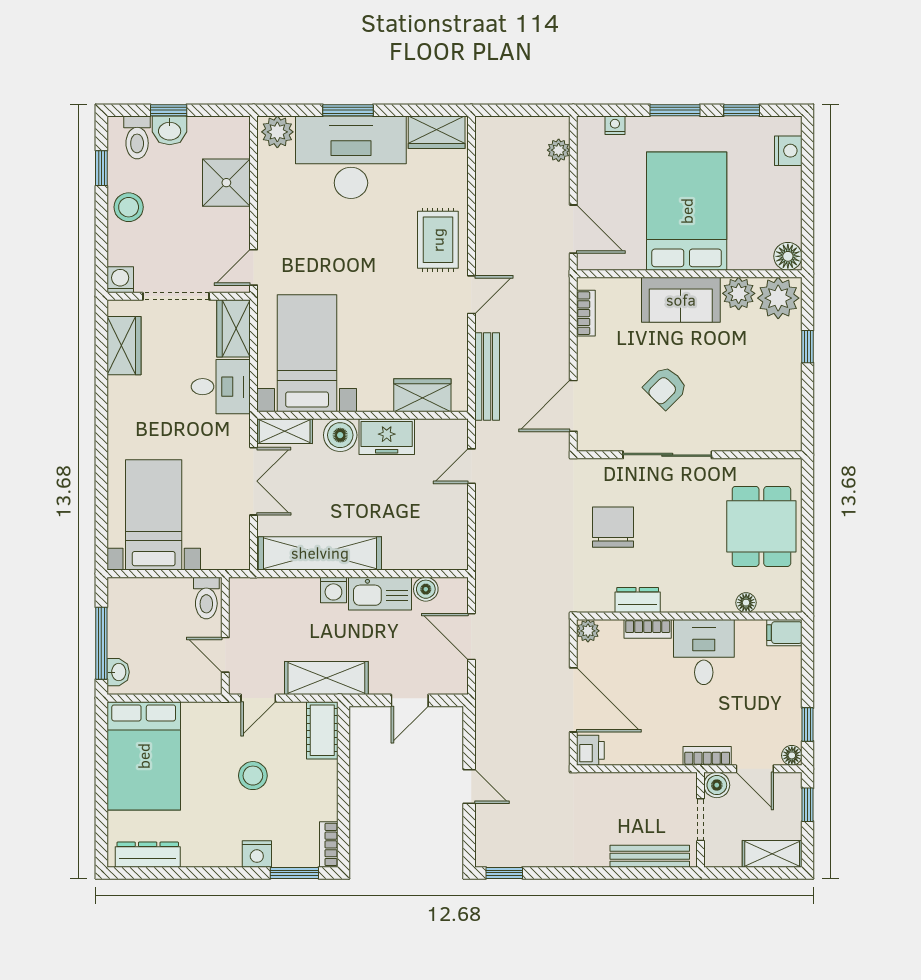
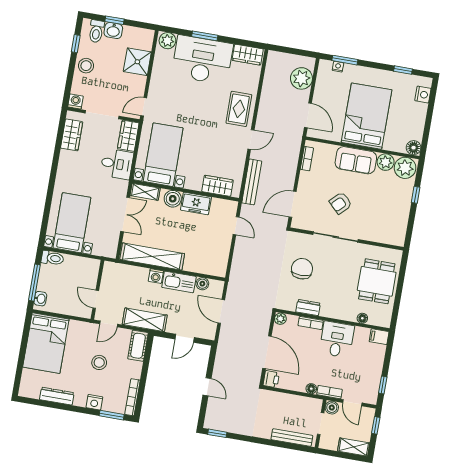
window: (675, 110) -> (345, 60), moved
plant: (559, 150) -> (301, 78), width x1.88, depth x1.88
door: (471, 466) -> (236, 226), swing flipped
toilet: (206, 598) -> (52, 258), moved, turned -90
floor lamp: (792, 755) -> (311, 389), moved
bookcase: (329, 844) -> (132, 397), width x1.56
dresser: (148, 855) -> (57, 396), moved

